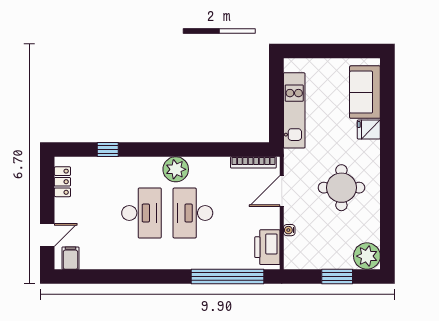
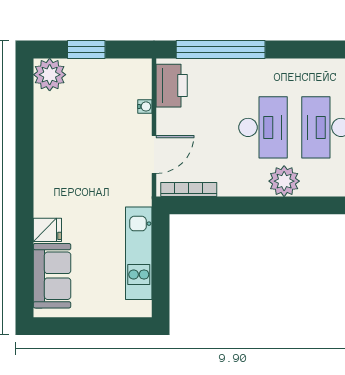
round table: (341, 188) -> (81, 159), removed

